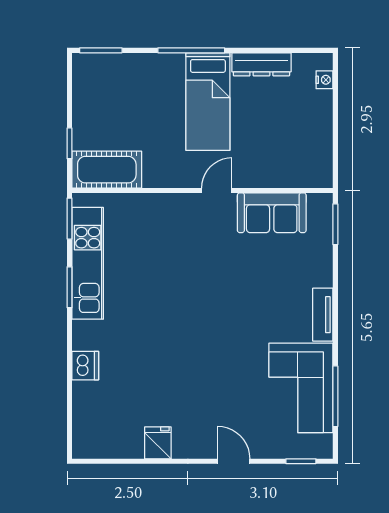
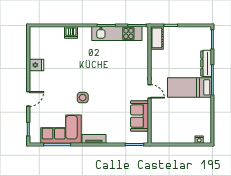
dresser: (261, 64) -> (206, 63), moved
cot: (107, 170) -> (157, 38), width x0.73, depth x0.75
side table: (231, 340) -> (83, 98), added

